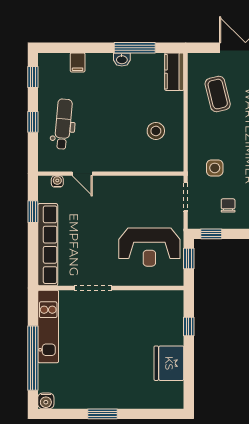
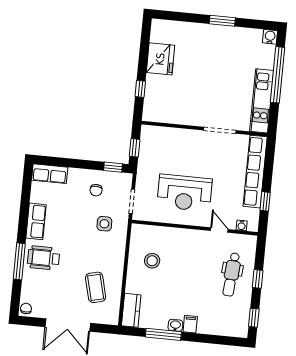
filing cabinet: (78, 62) -> (190, 324), moved
reception desk: (149, 247) -> (185, 193), moved, turned 180

